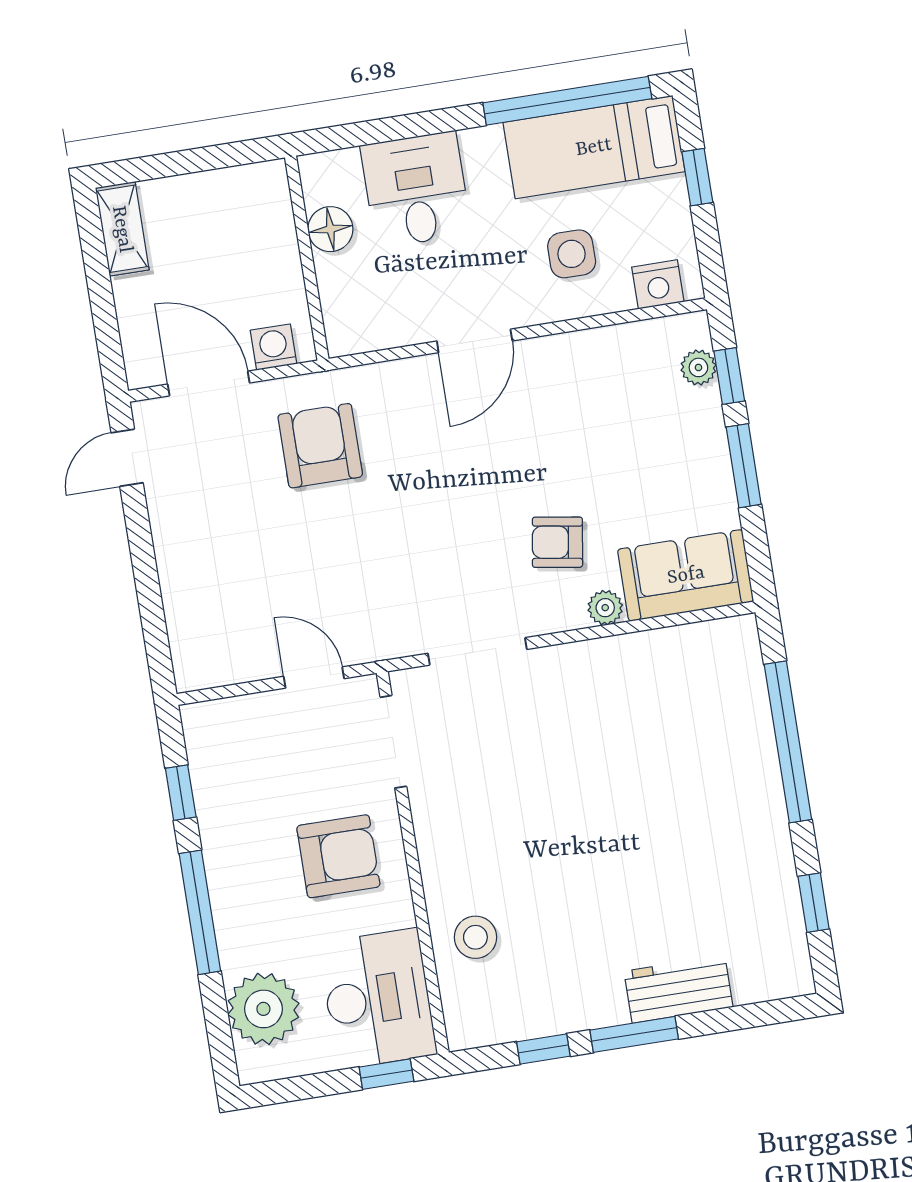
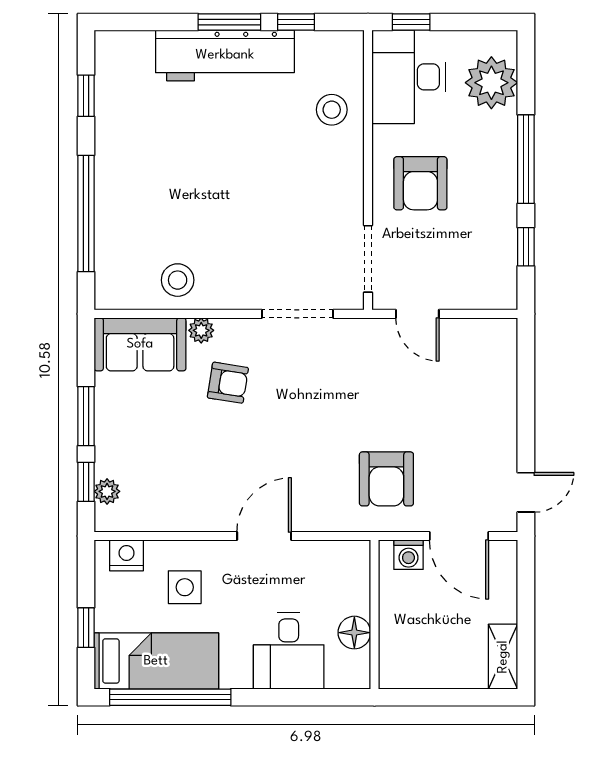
stool: (648, 671) -> (178, 280), added
armchair: (338, 856) -> (420, 183), turned -90
workbench: (678, 989) -> (225, 55), width x1.88, depth x1.32

